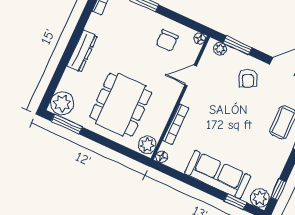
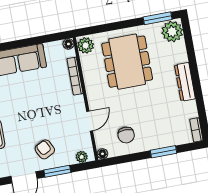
chair: (167, 40) -> (126, 135), turned 180
window: (238, 45) -> (57, 171), moved

